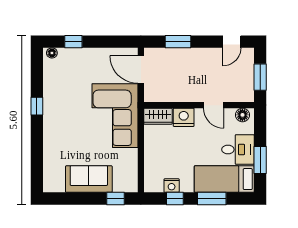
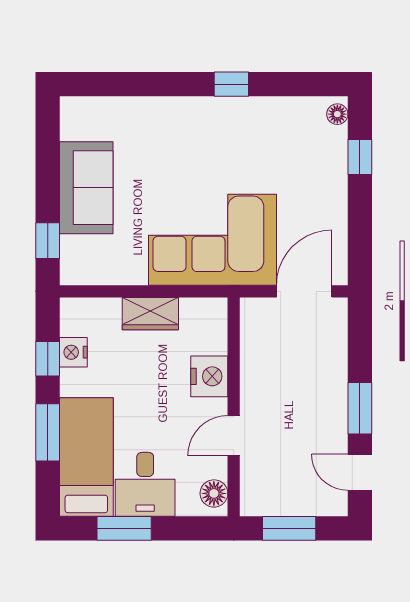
window: (178, 42) -> (360, 408), moved
wardrobe: (158, 116) -> (150, 314), moved, turned -90

